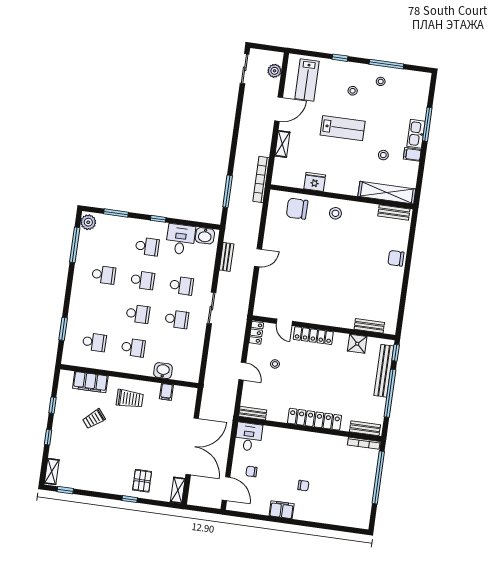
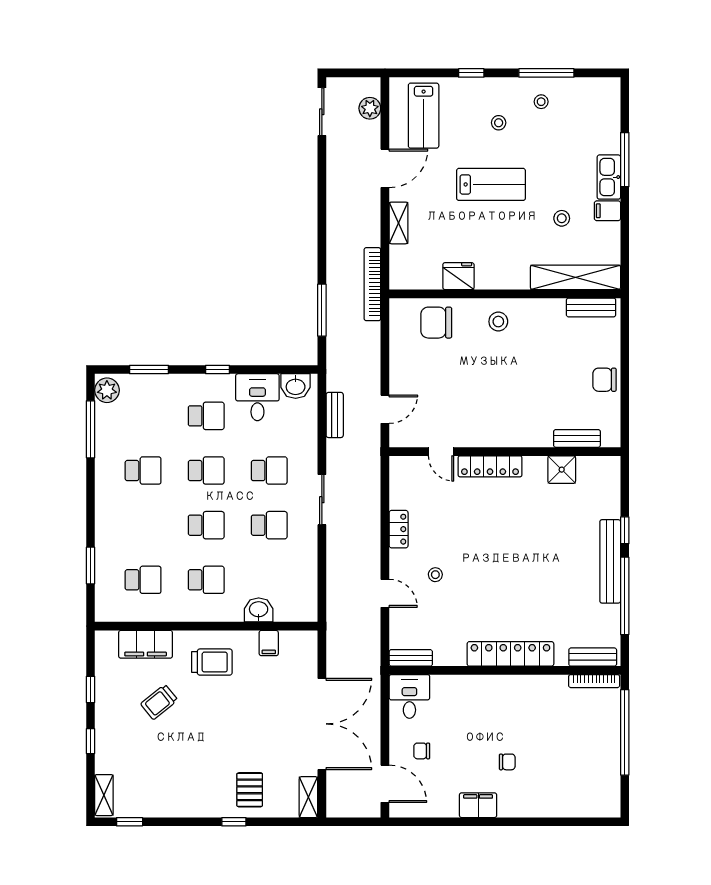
door: (284, 322) -> (441, 452), moved
bench: (369, 326) -> (577, 438), moved
wall: (324, 328) -> (505, 452), moved
locker: (313, 336) -> (490, 466), moved
shower: (357, 344) -> (562, 470), moved

